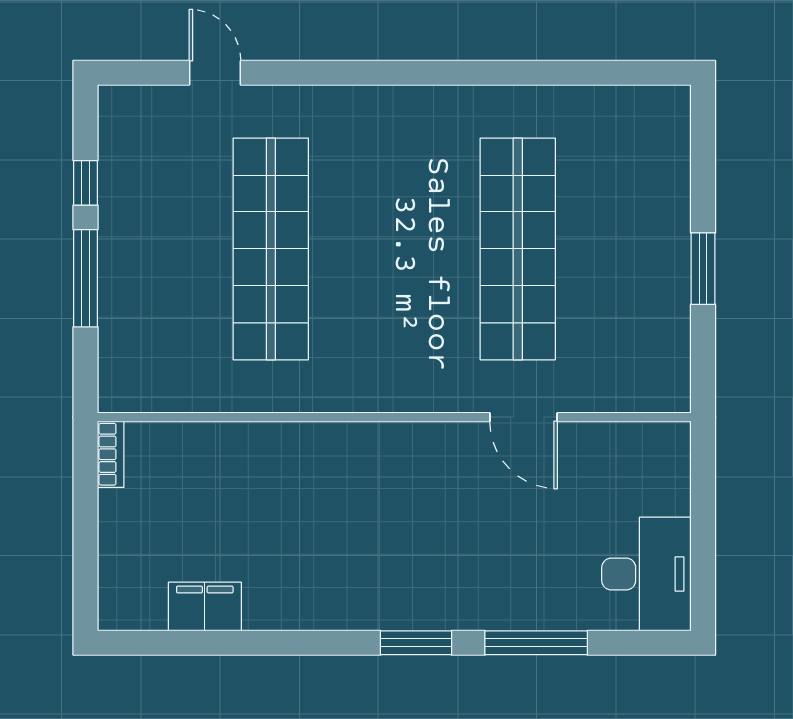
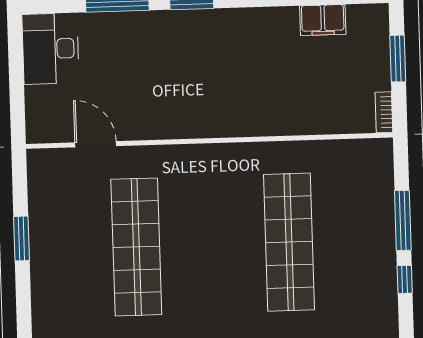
door: (524, 417) -> (96, 144), moved
window: (86, 540) -> (398, 59), added

